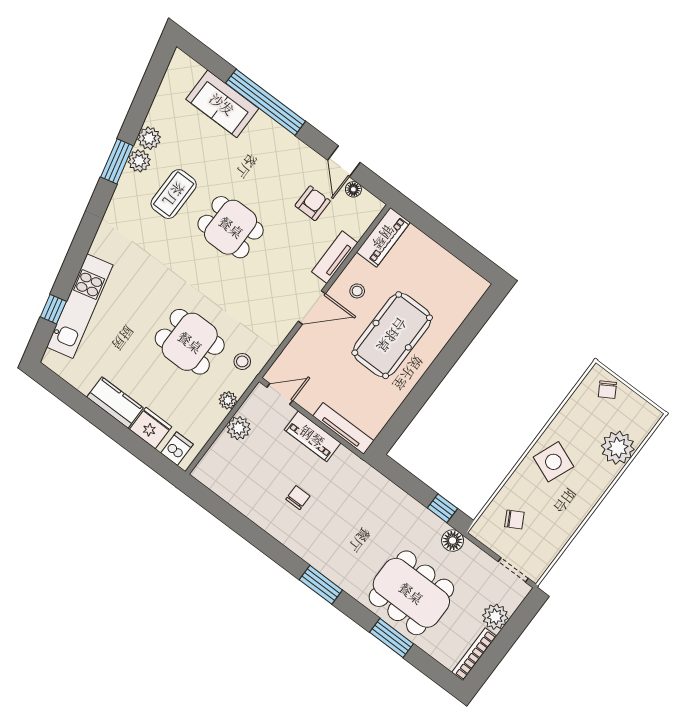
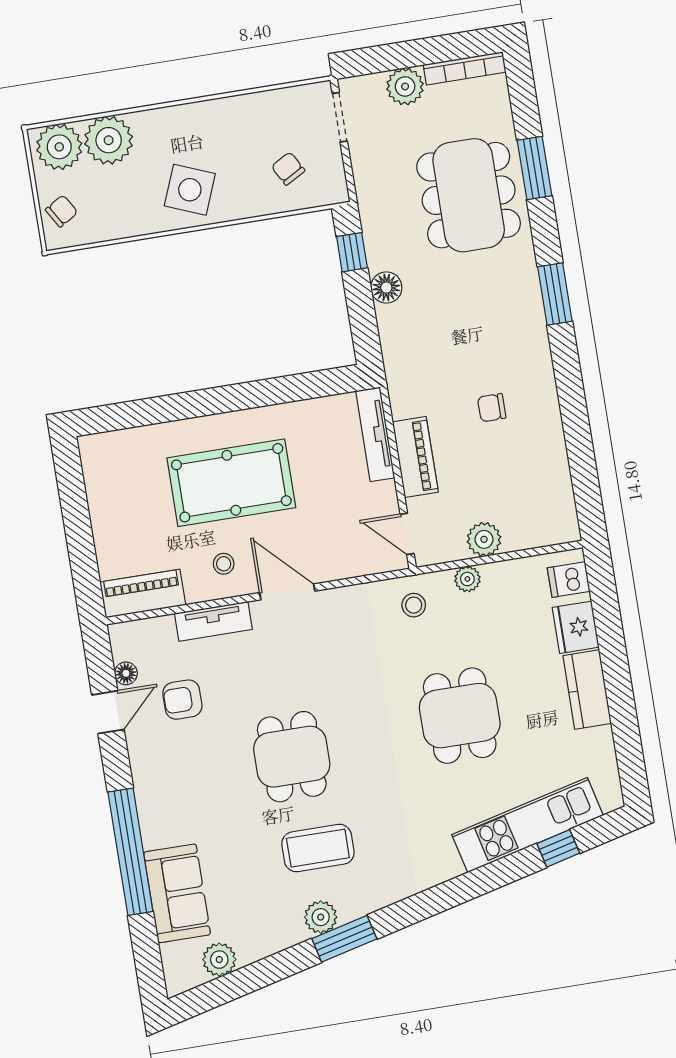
plant: (149, 138) -> (219, 960), moved
dining table: (190, 342) -> (460, 716), moved
plant: (639, 421) -> (59, 147), added
floor lamp: (453, 541) -> (386, 288), moved

